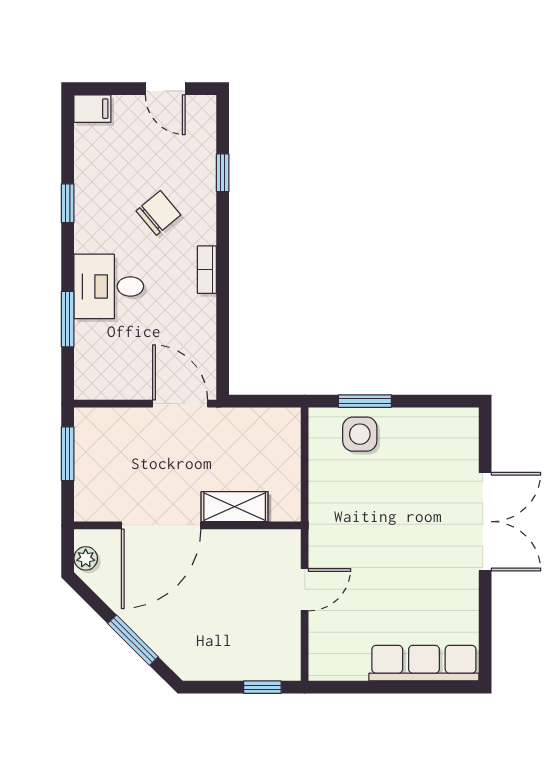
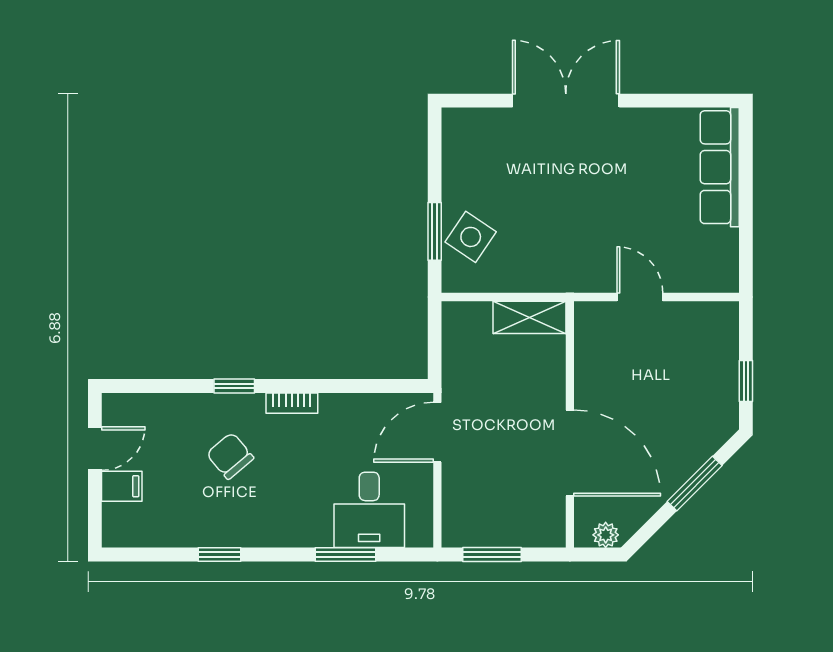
filing cabinet: (92, 109) -> (122, 486), moved, turned 90
window: (223, 173) -> (234, 386), moved
desk: (109, 286) -> (369, 510), moved
side table: (360, 434) -> (471, 237), turned 34
shelving: (235, 507) -> (529, 317), moved, turned 90
window: (262, 687) -> (746, 381), moved

